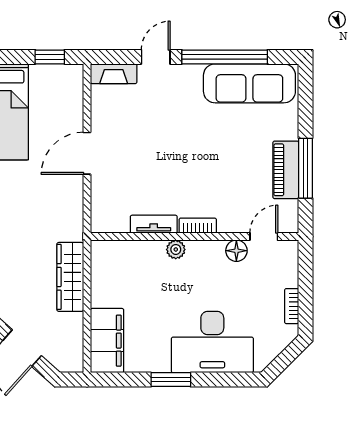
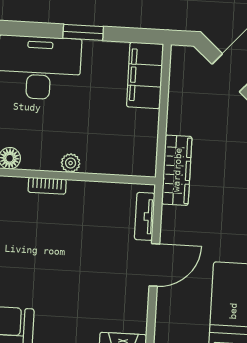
tv unit: (154, 224) -> (145, 216), moved, turned 90
wardrobe: (70, 277) -> (177, 170), moved

